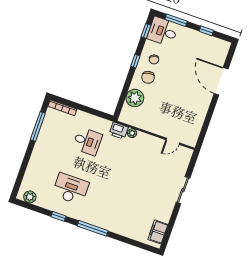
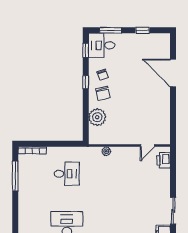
printer: (119, 131) -> (164, 160), moved, turned 90
sliding door: (183, 190) -> (173, 211), moved

